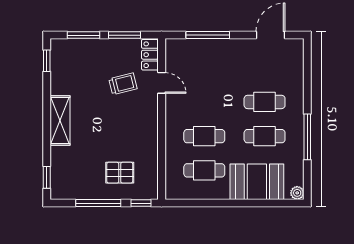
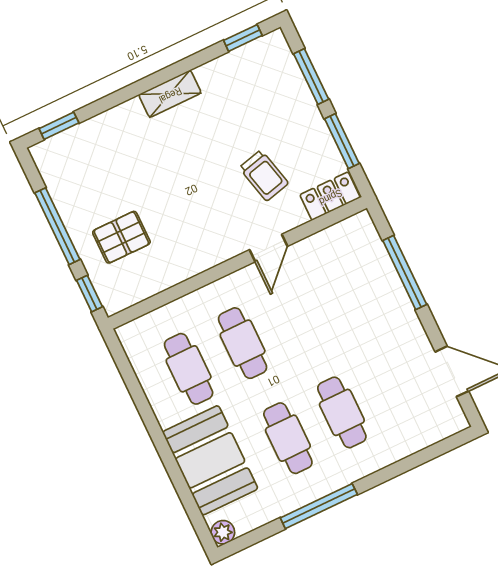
door: (162, 83) -> (268, 248), moved
shelving: (60, 120) -> (170, 94), width x0.67, depth x0.75
pallet: (120, 173) -> (121, 237), turned 90

